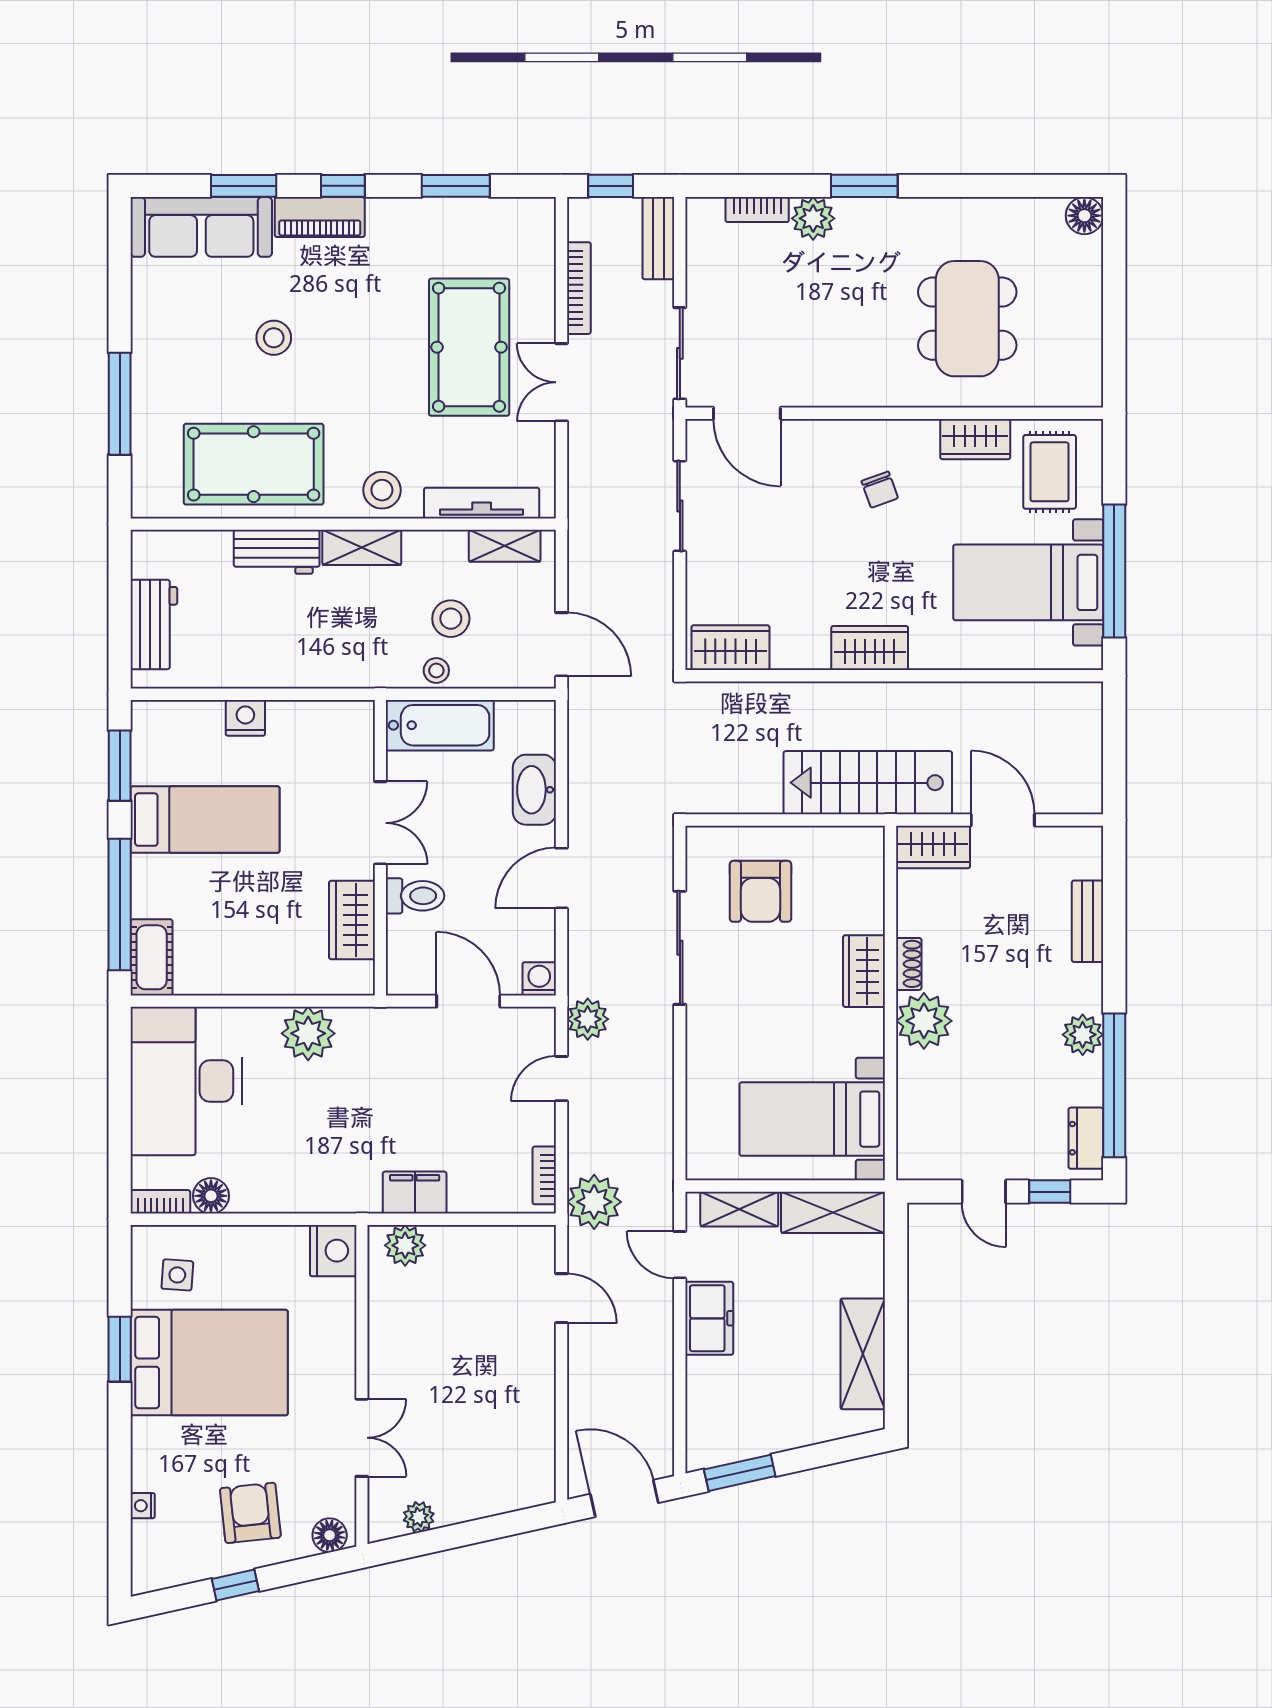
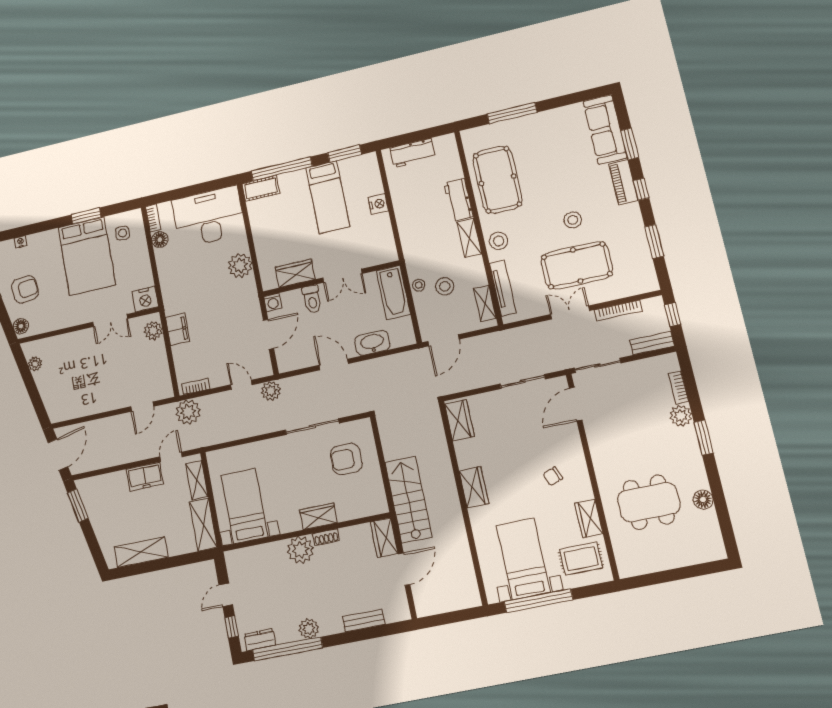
floor lamp: (1084, 216) -> (703, 500), moved
stool: (274, 338) -> (573, 220), moved
washing machine: (539, 979) -> (273, 302), moved, turned 90
double door: (362, 1438) -> (110, 320), moved

